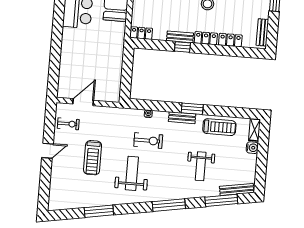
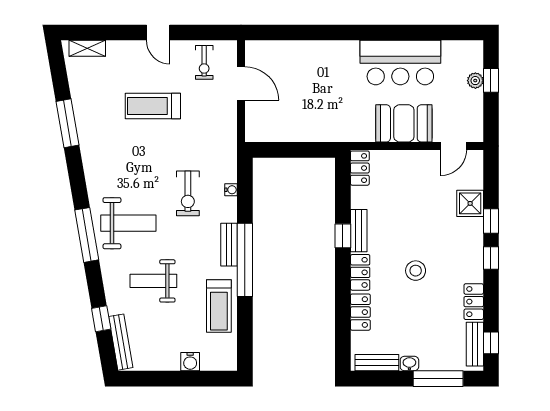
washbasin: (265, 12) -> (409, 364), added
window: (192, 109) -> (245, 260), width x2.11
shelving: (254, 130) -> (87, 48), moved
weight bench: (132, 173) -> (128, 223), moved
window: (221, 200) -> (101, 319), width x0.46

